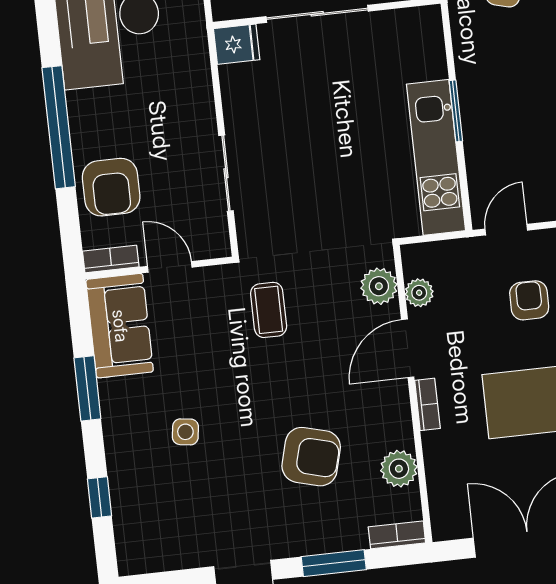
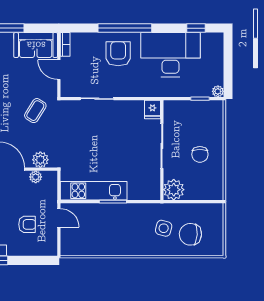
armchair: (111, 187) -> (118, 54), moved, turned 90
door: (170, 267) -> (59, 70), swing flipped
coffee table: (269, 310) -> (35, 111), turned -58

